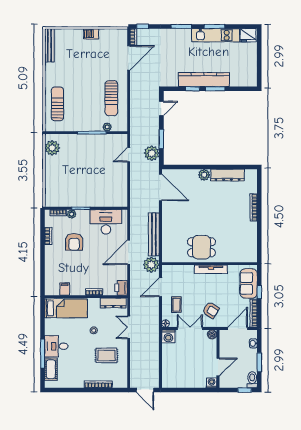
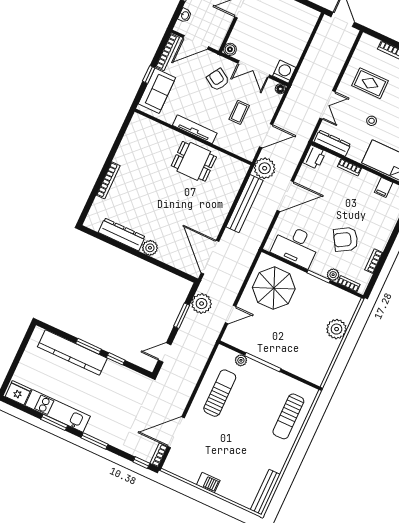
kitchen counter: (204, 80) -> (72, 352), moved
plant: (52, 148) -> (337, 329), moved
parasol: (108, 186) -> (274, 288), added
armchair: (74, 242) -> (346, 239), turned -121
coffee table: (176, 305) -> (239, 112), moved

